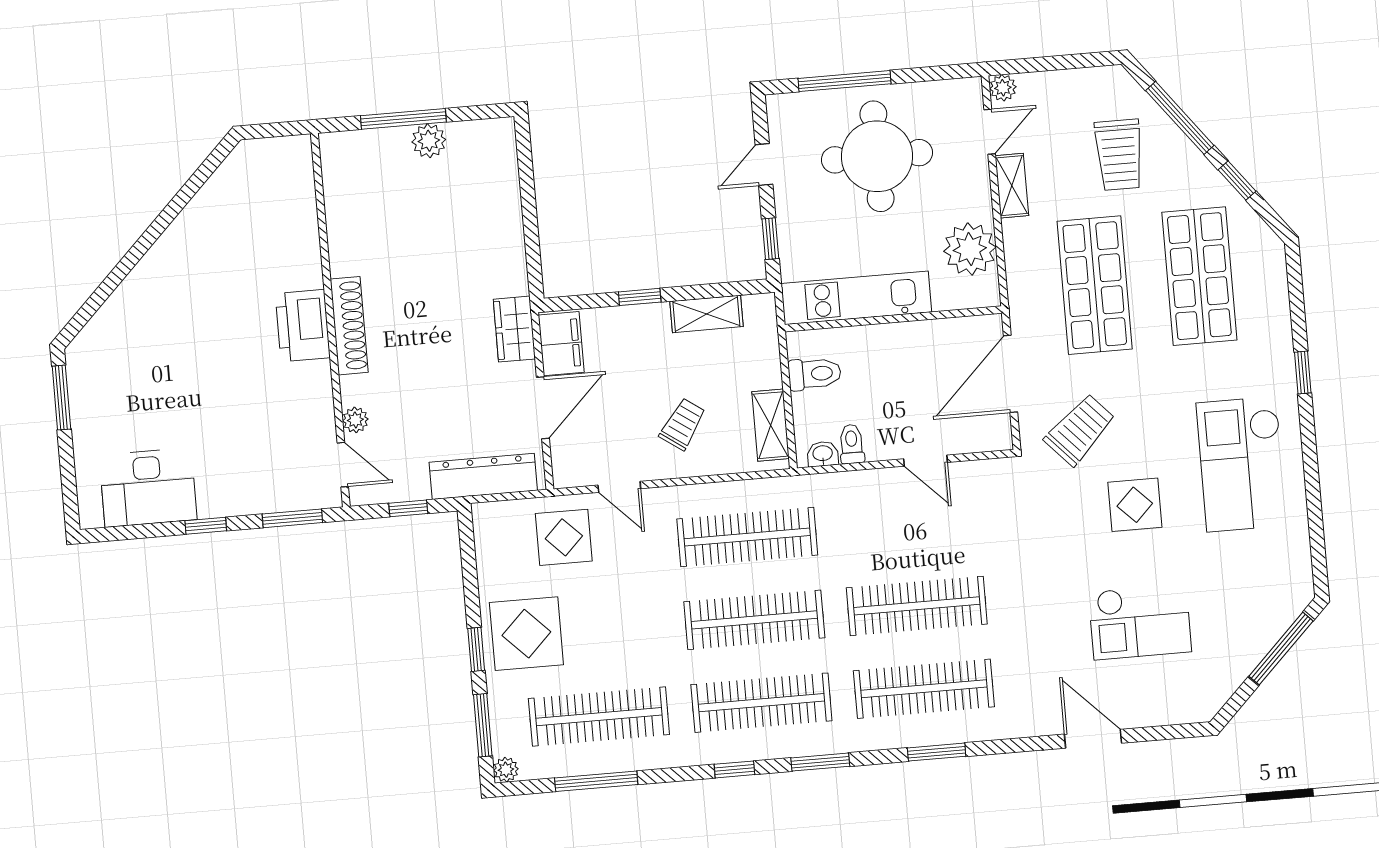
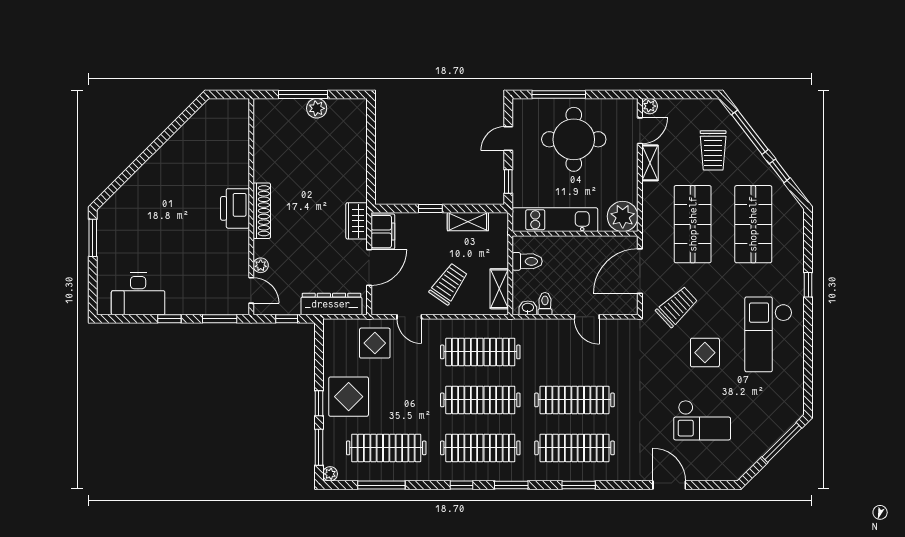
plant: (970, 249) -> (623, 216), moved
trolley: (683, 424) -> (449, 284), width x1.36, depth x1.39

